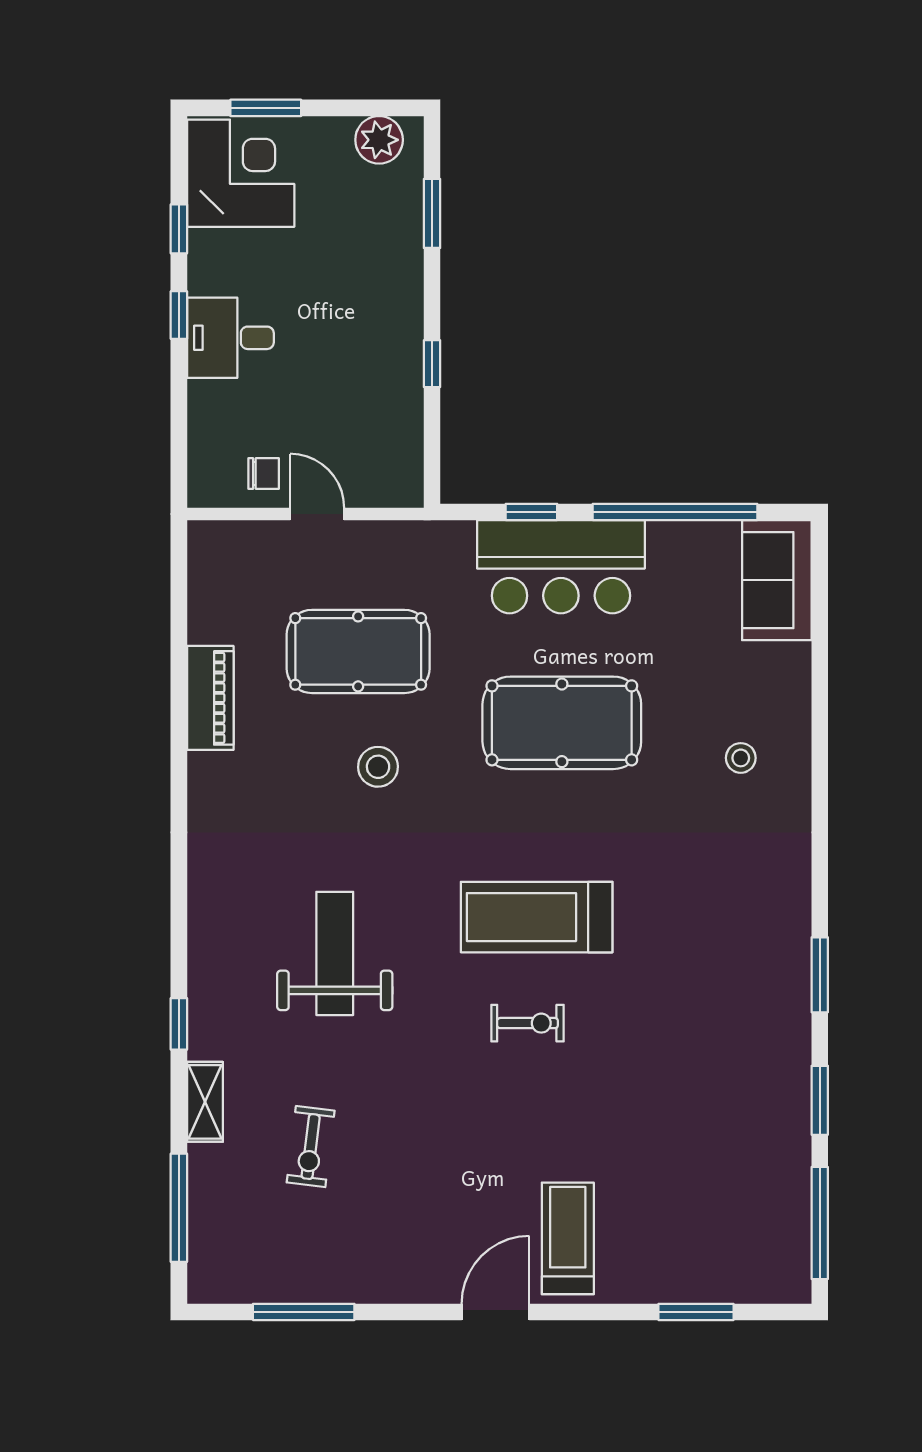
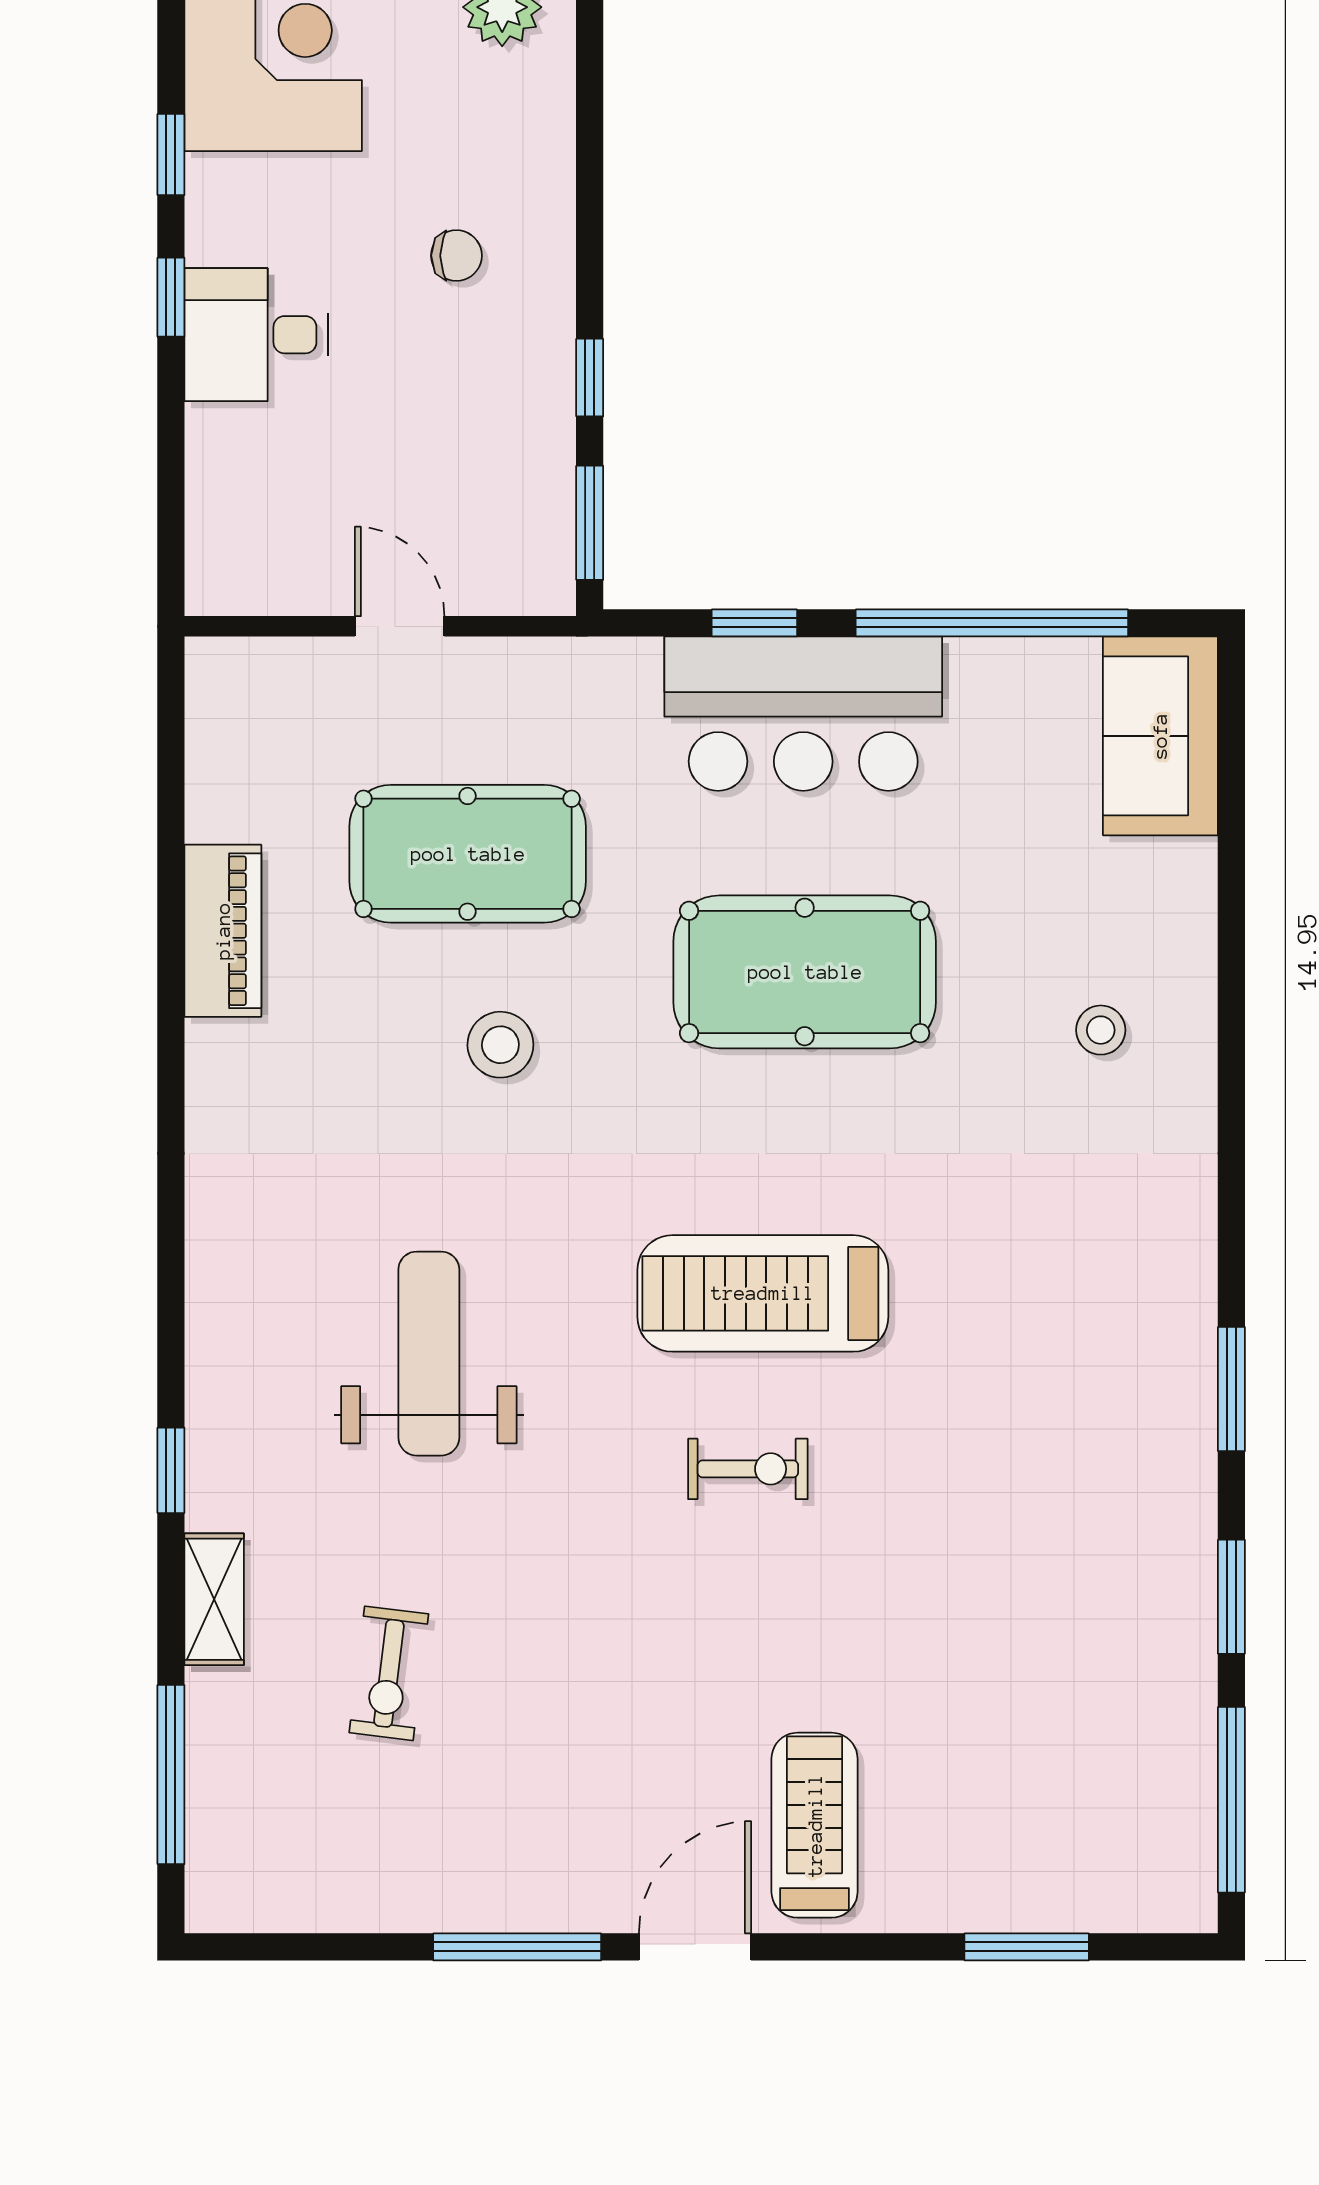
window: (432, 213) -> (590, 523), moved
chair: (264, 473) -> (456, 256), moved
window: (304, 1312) -> (517, 1947), moved

